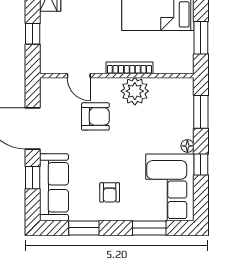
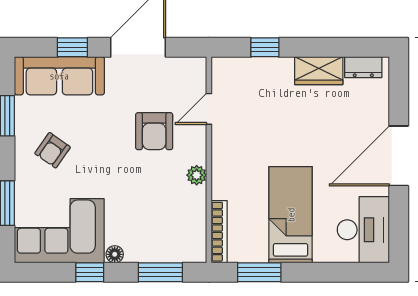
bookcase: (129, 68) -> (219, 232), moved
plant: (135, 91) -> (197, 175), width x0.53, depth x0.53
armchair: (110, 192) -> (53, 150), turned -55

